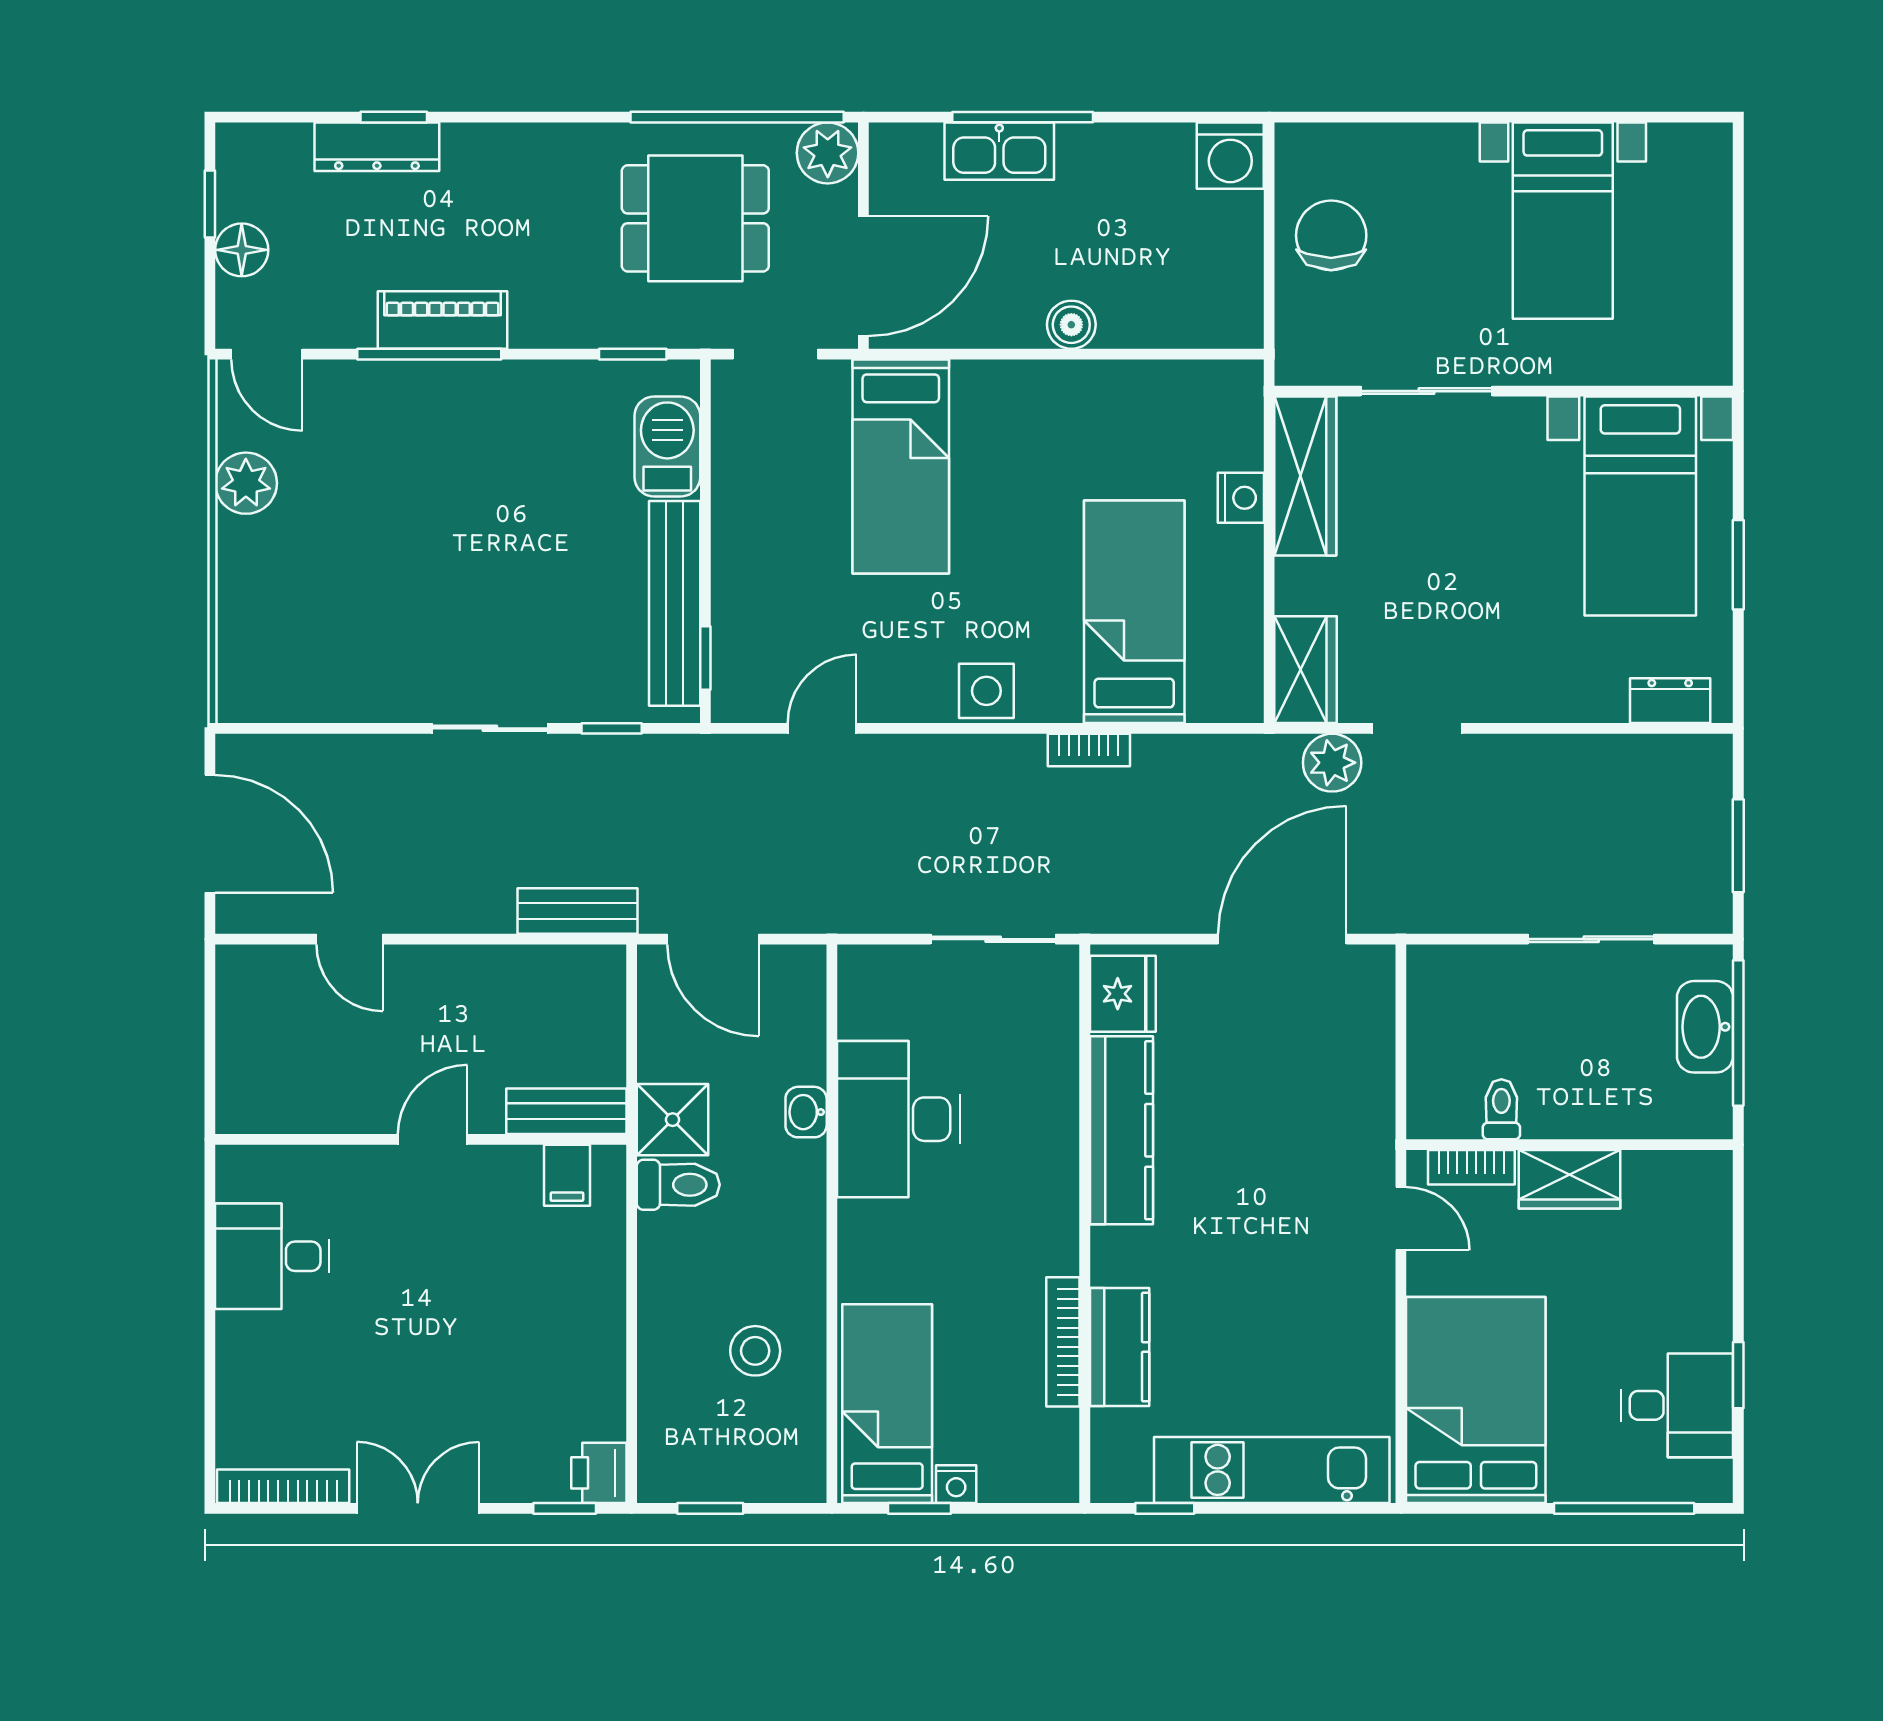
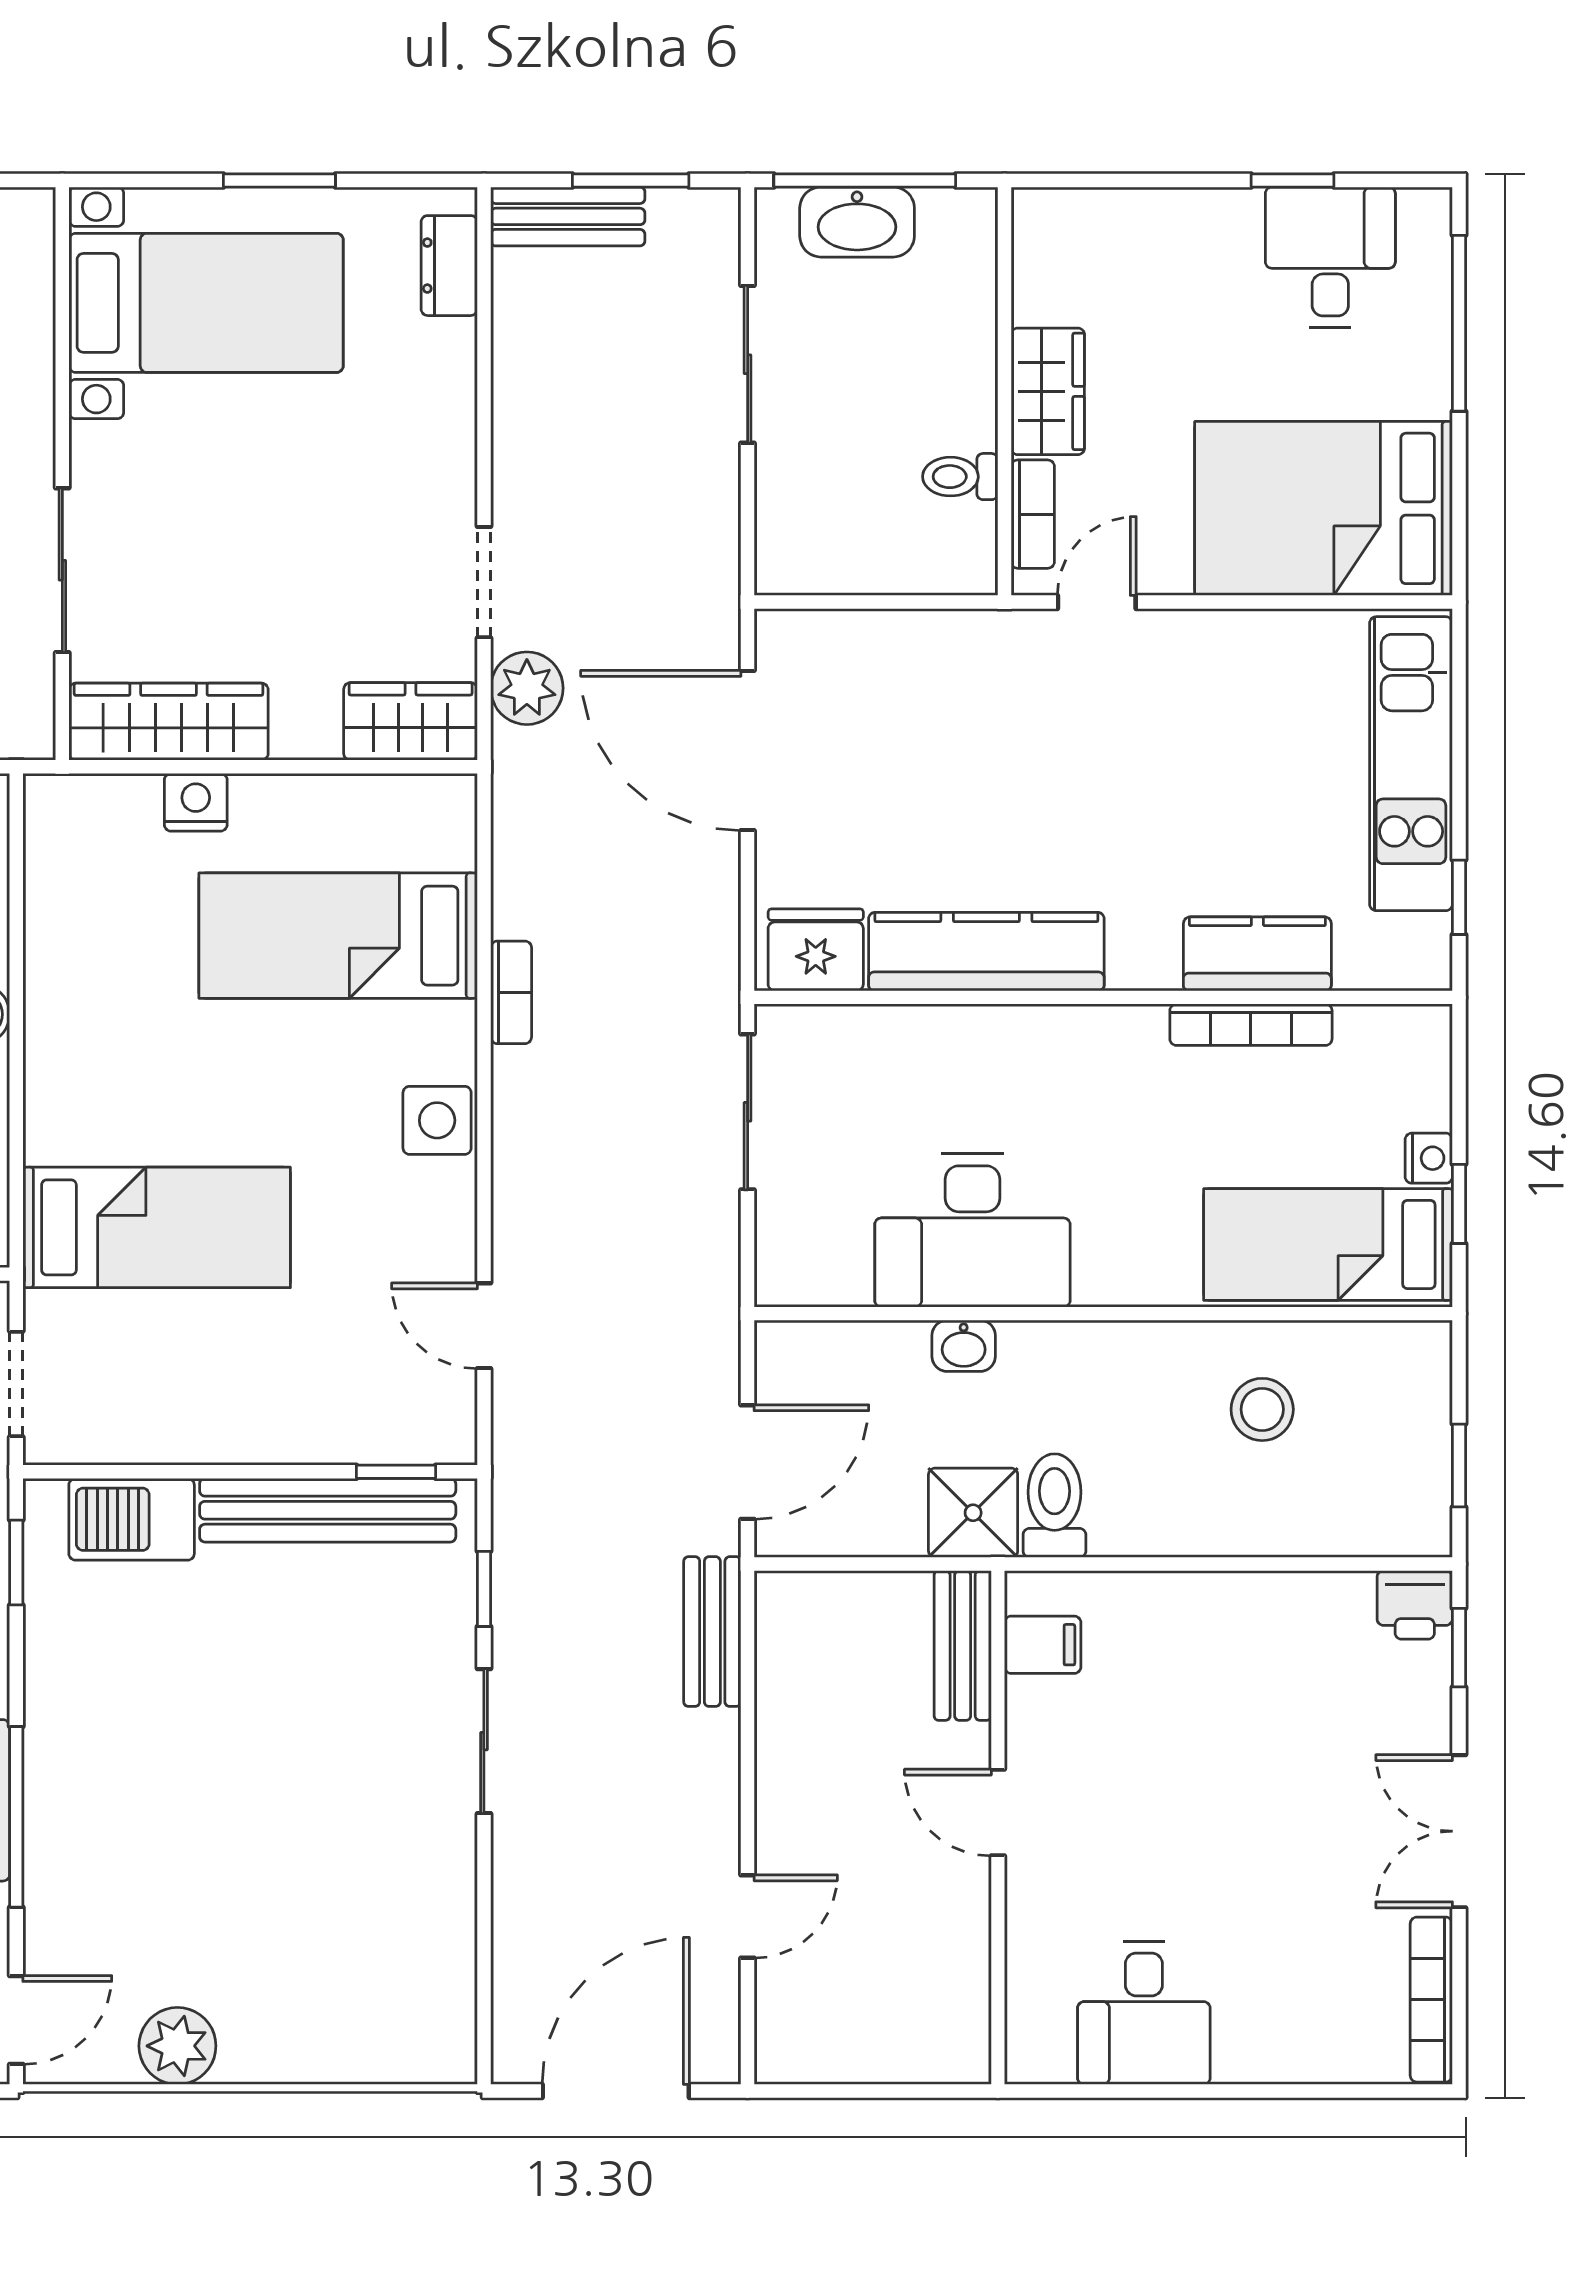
bench: (1709, 795) -> (568, 216), added

